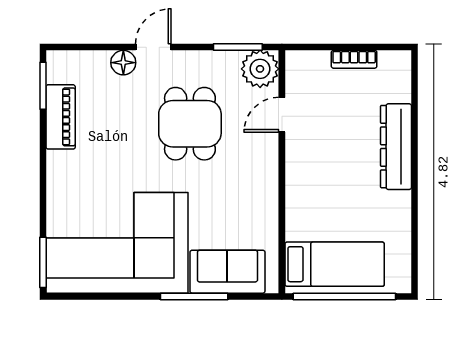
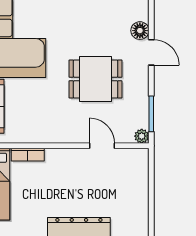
bookcase: (354, 59) -> (28, 155), moved, turned -90
plant: (260, 69) -> (142, 136), width x0.53, depth x0.53

